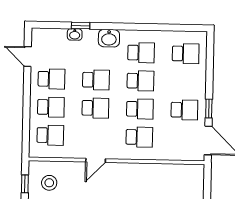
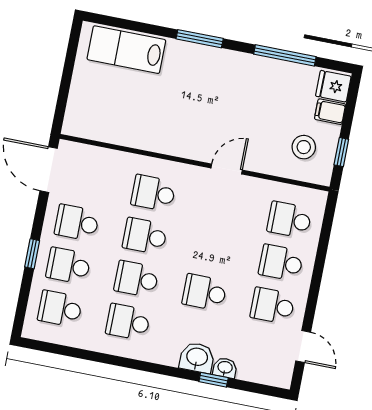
washbasin: (109, 38) -> (197, 358), moved
school desk: (95, 108) -> (68, 266), moved
window: (209, 108) -> (32, 254), moved

